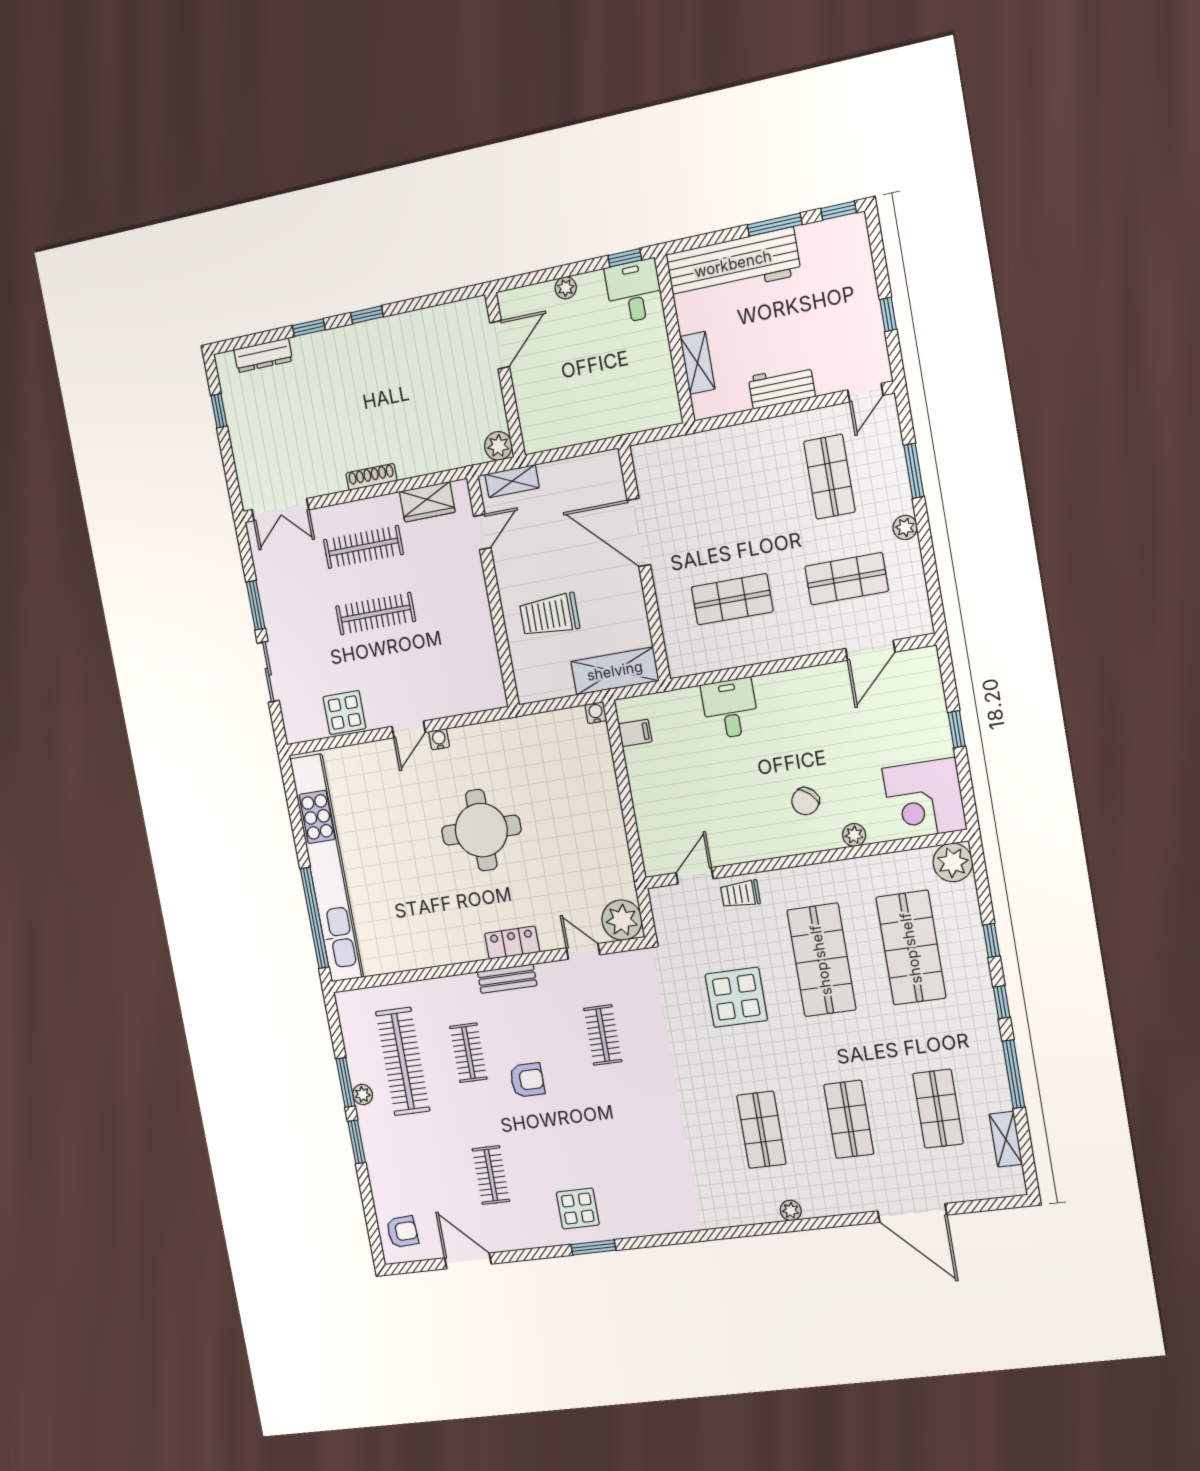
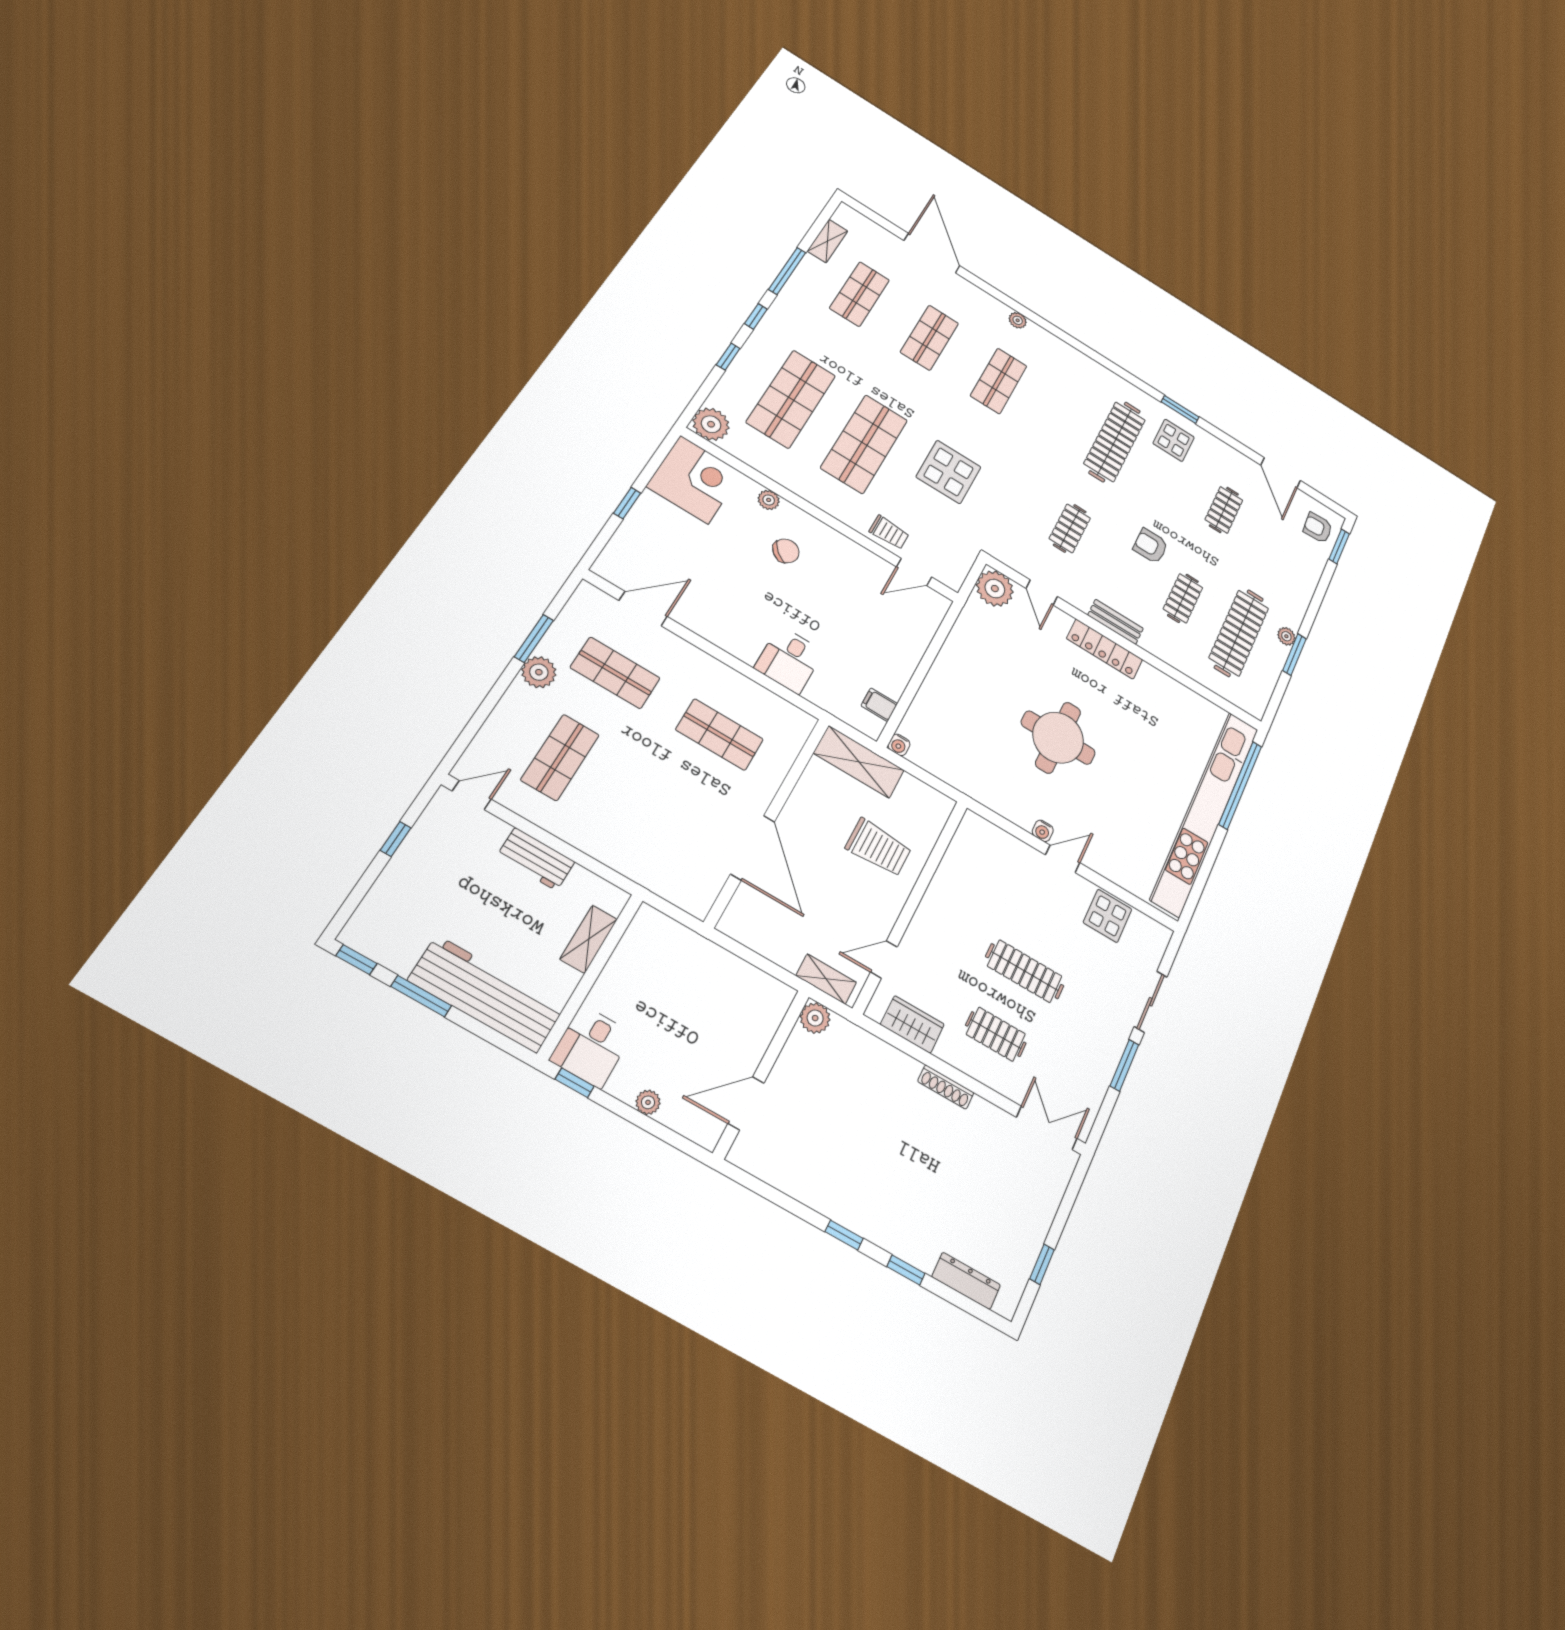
window: (914, 471) -> (534, 638), moved
plant: (905, 527) -> (539, 672), width x1.38, depth x1.38
clothes rail: (363, 547) -> (996, 1034), width x0.73
locker: (512, 943) -> (1105, 649), width x1.53
window: (357, 1142) -> (1339, 546), moved
clothes rail: (625, 1159) -> (1115, 442), added

